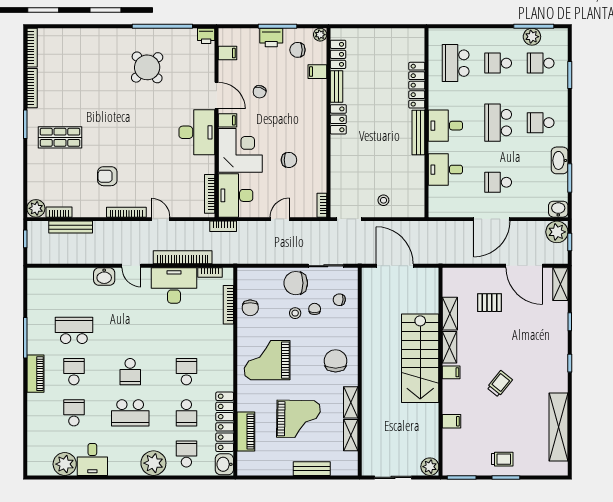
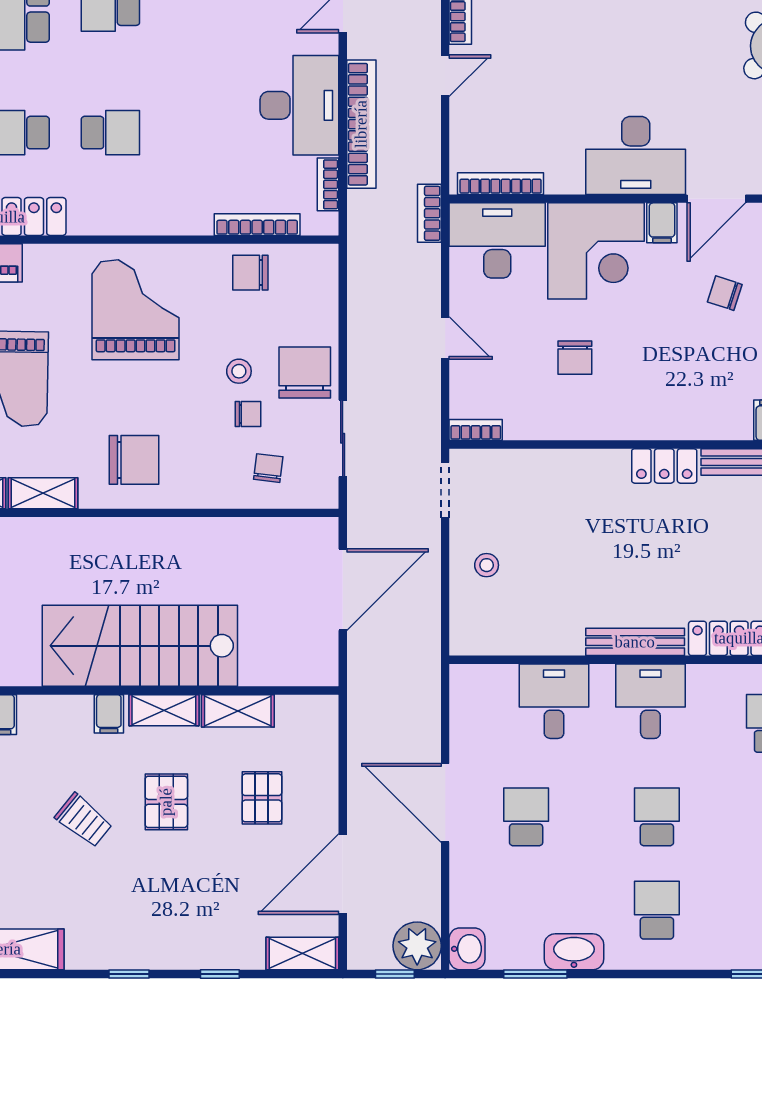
school desk: (498, 123) -> (657, 817), width x0.54
pallet: (491, 346) -> (166, 802), added

